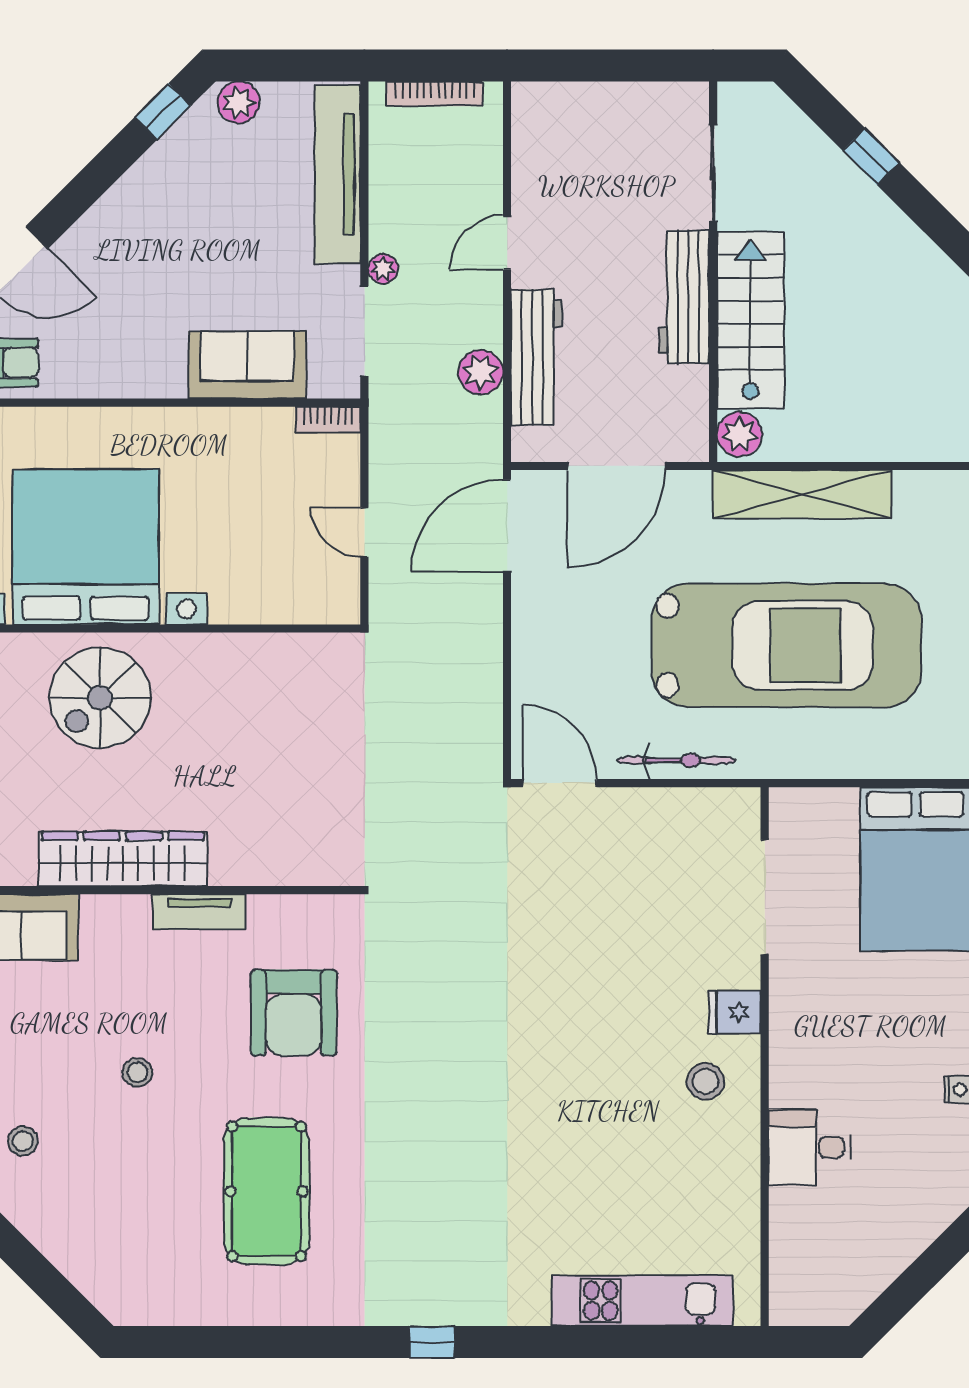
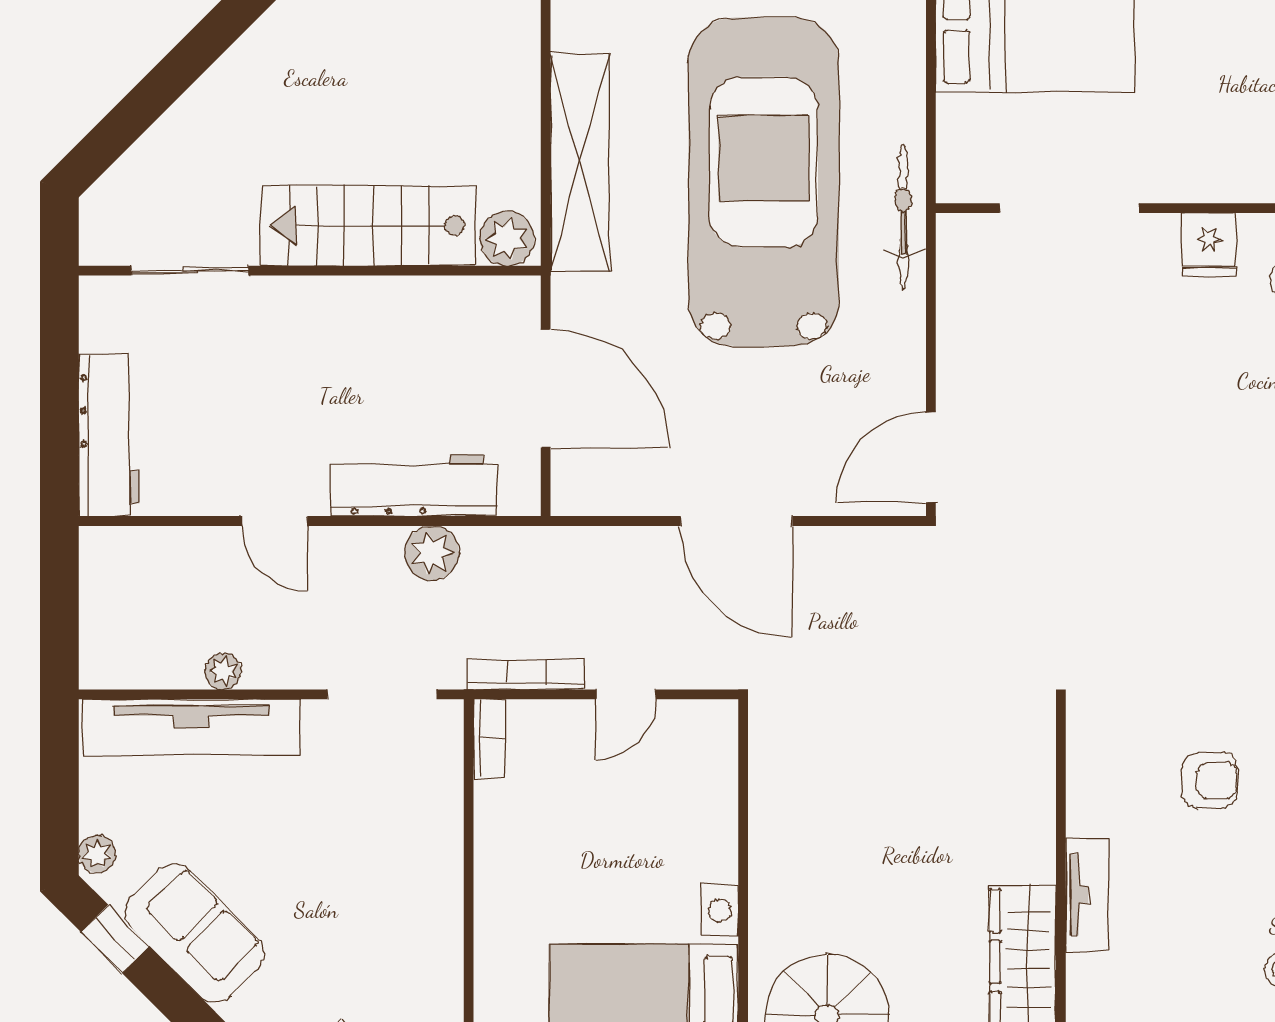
bookcase: (435, 94) -> (526, 675), moved, turned -90
plant: (239, 102) -> (97, 854), width x0.73, depth x0.73
window: (871, 156) -> (170, 79), removed
plant: (383, 269) -> (223, 671), moved
workbench: (684, 297) -> (109, 435), moved, turned -90
sofa: (247, 365) -> (194, 933), moved, turned 135
door: (507, 526) -> (736, 521), moved
bicycle: (676, 760) -> (903, 217), moved
armchair: (294, 1013) -> (1210, 780), width x0.53, depth x0.53

